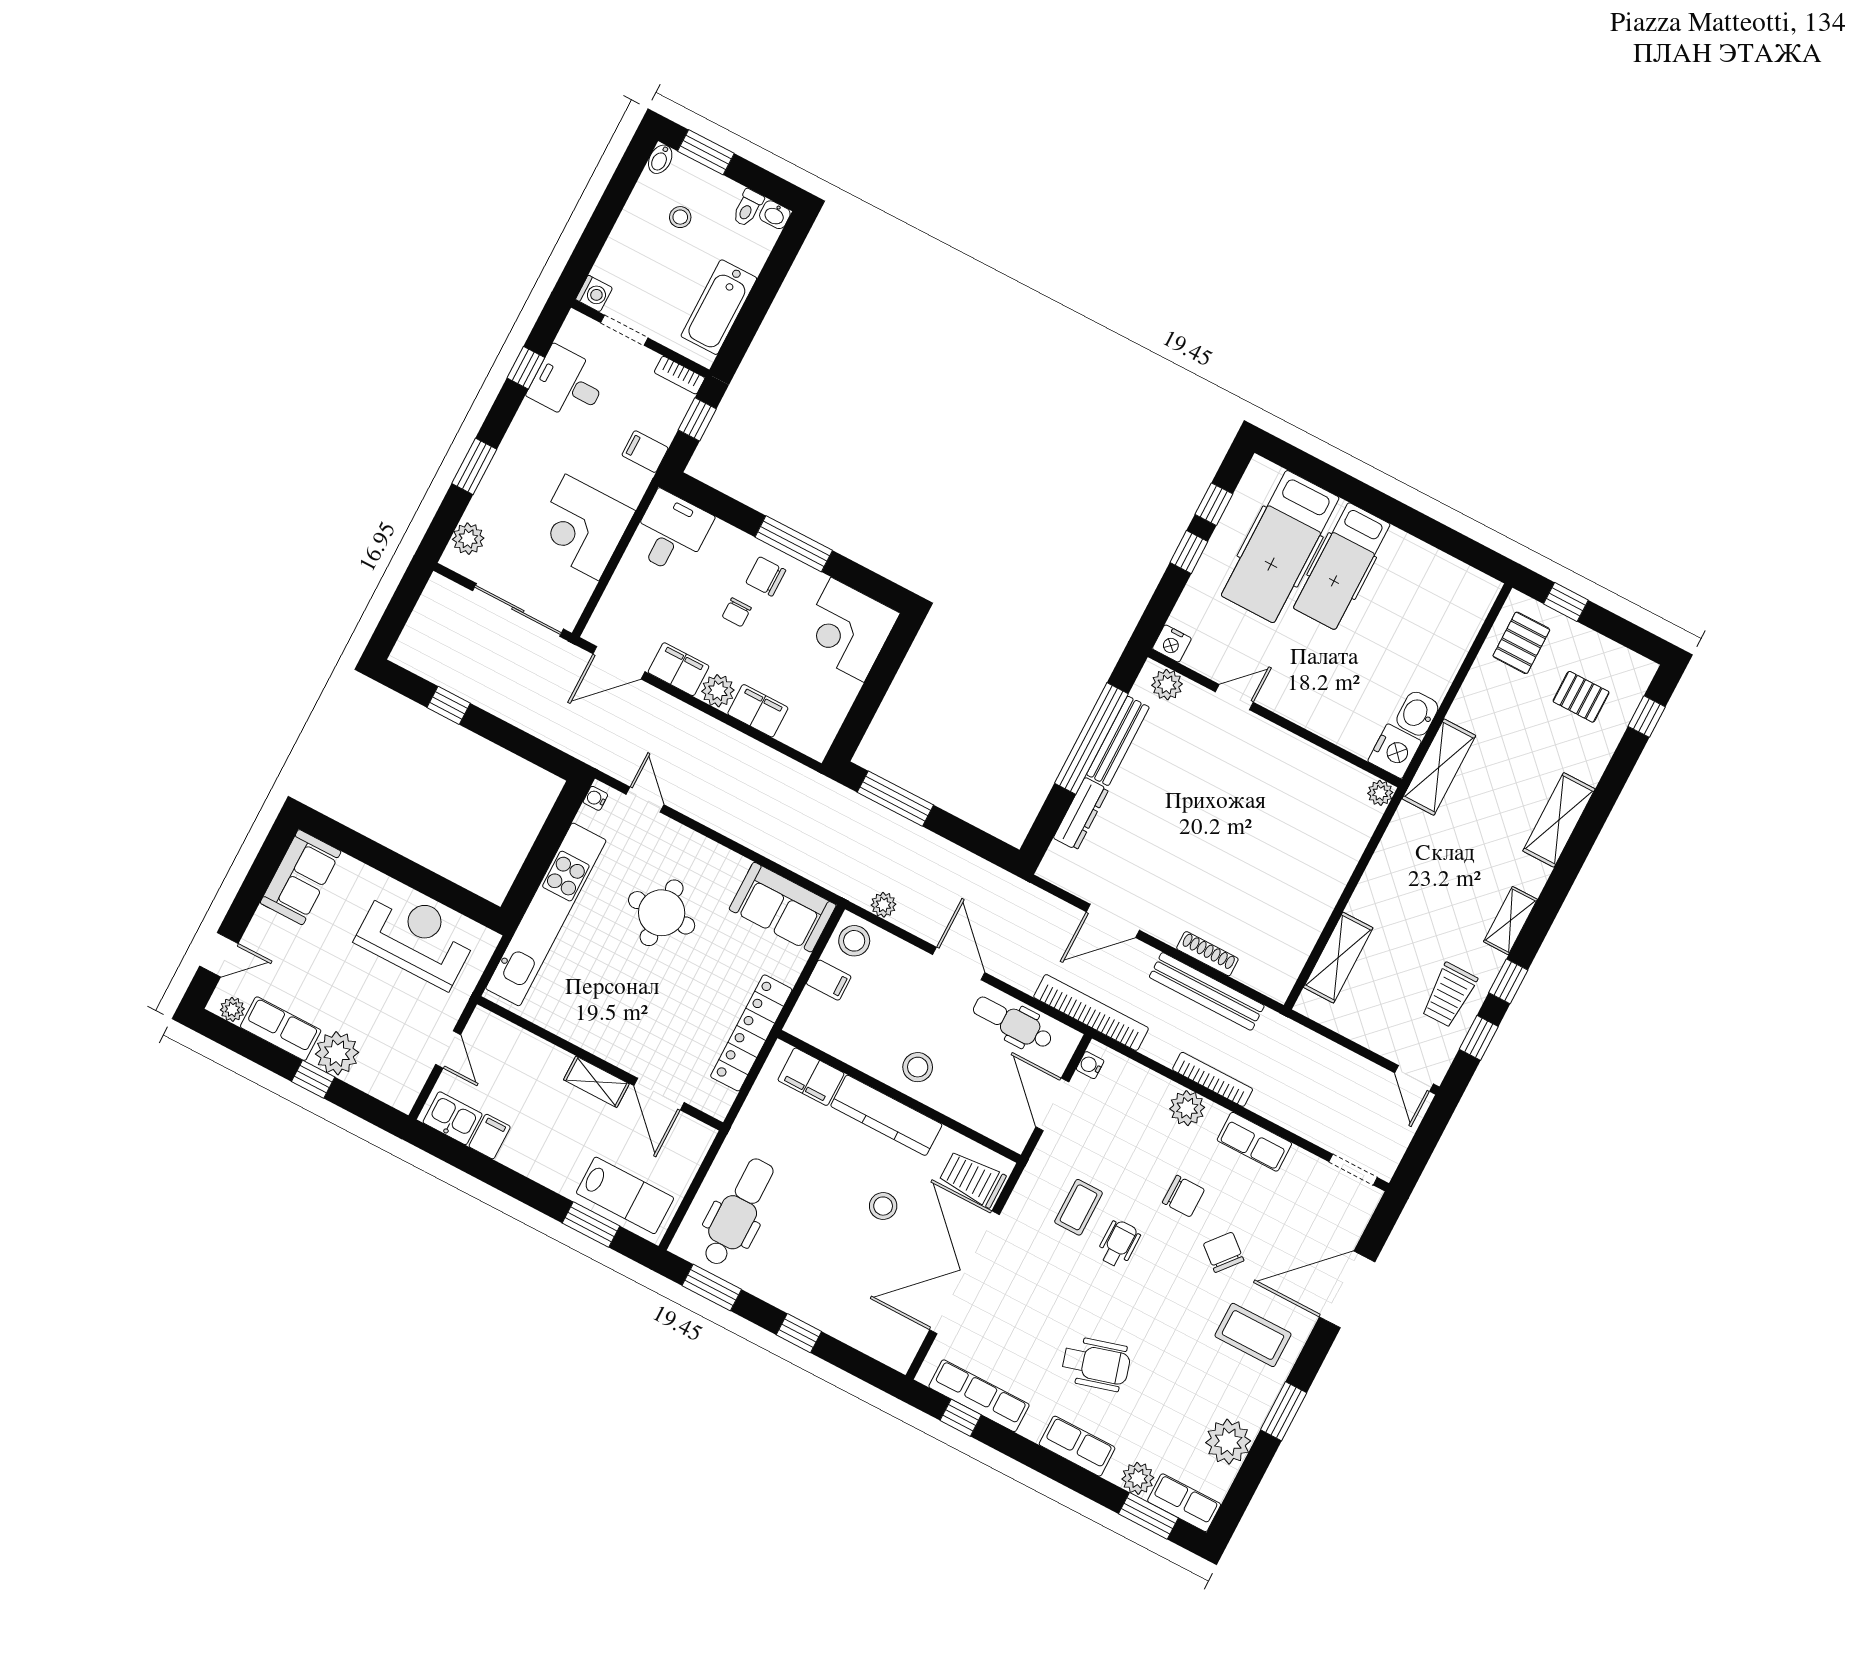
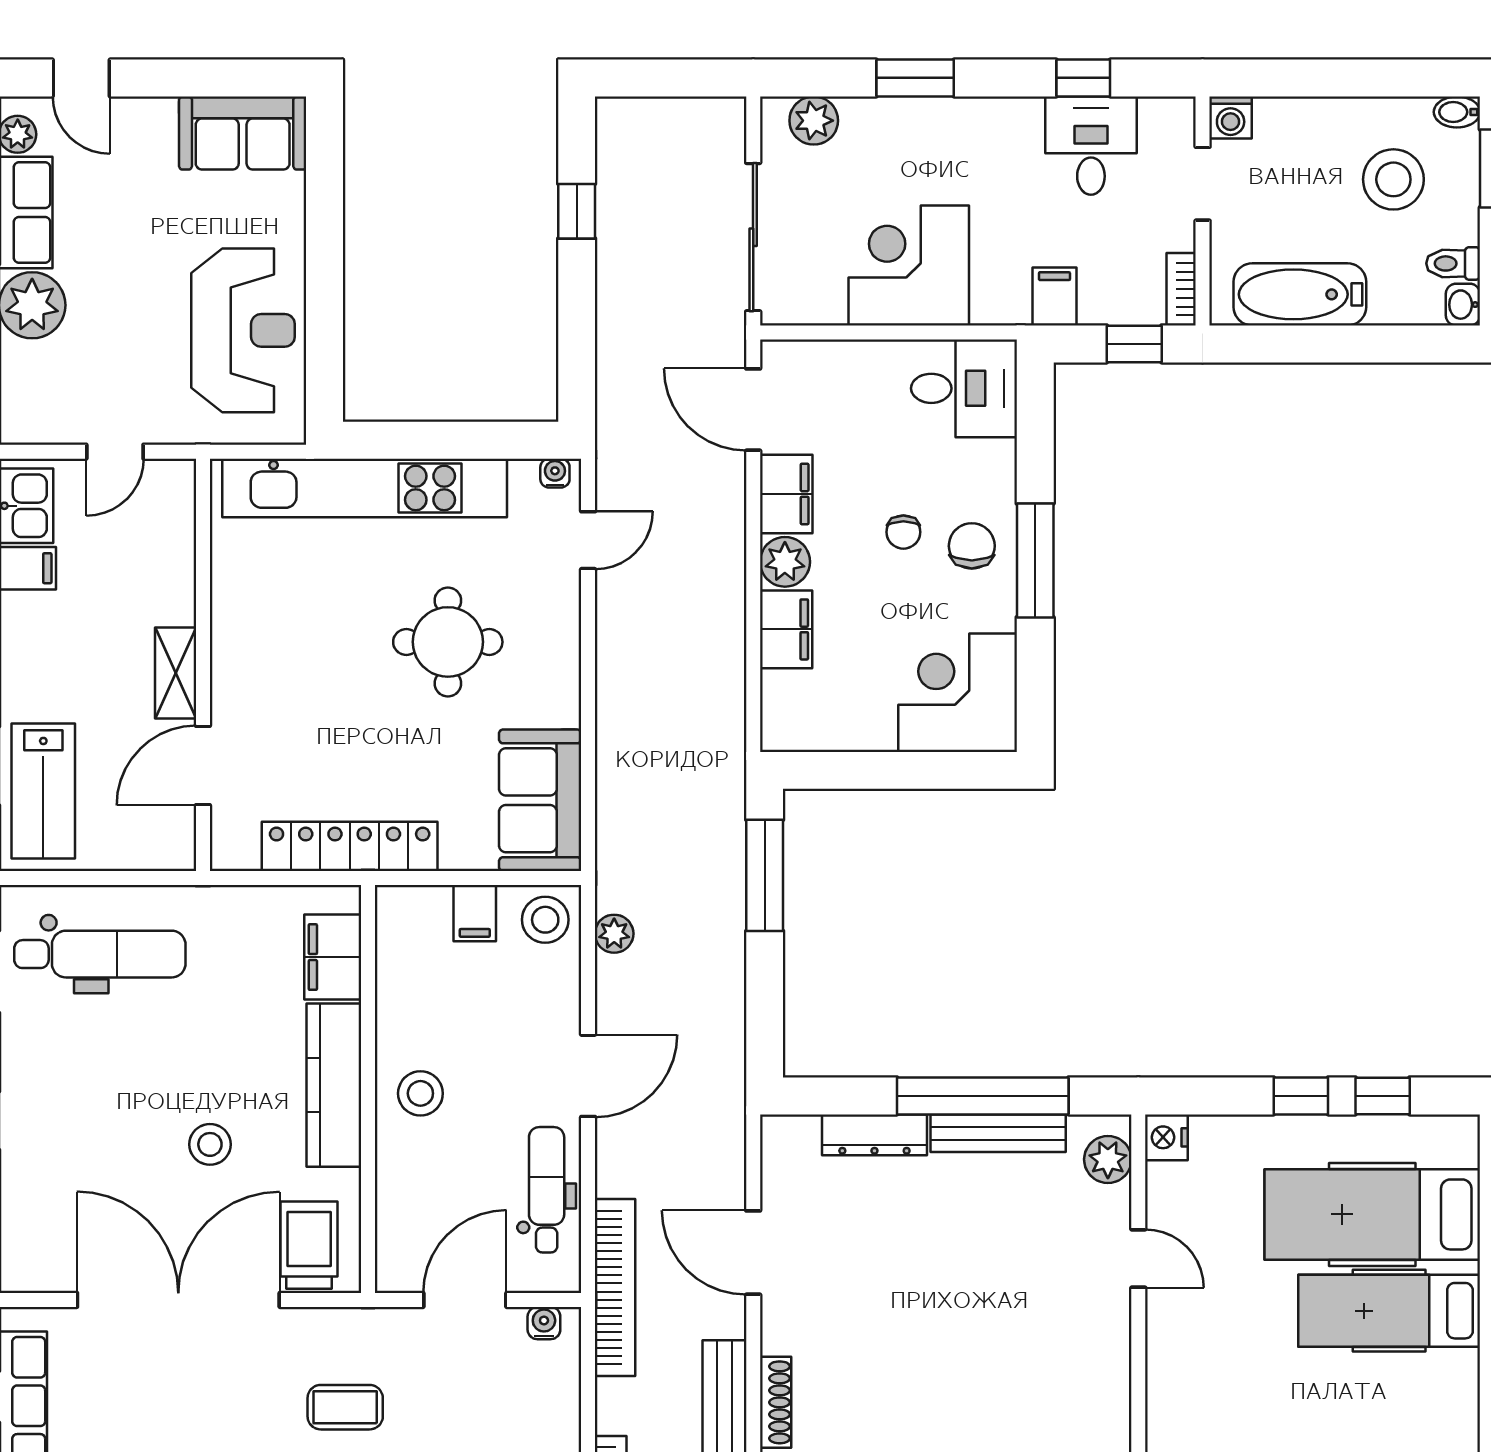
stool: (680, 217) -> (1393, 179), width x1.89, depth x1.89
chair: (737, 612) -> (903, 532), turned -90

